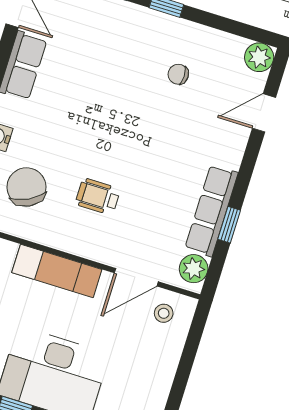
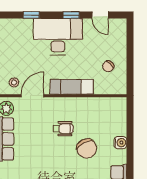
chair: (26, 187) -> (87, 149), moved

